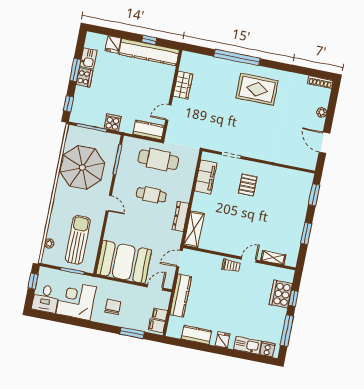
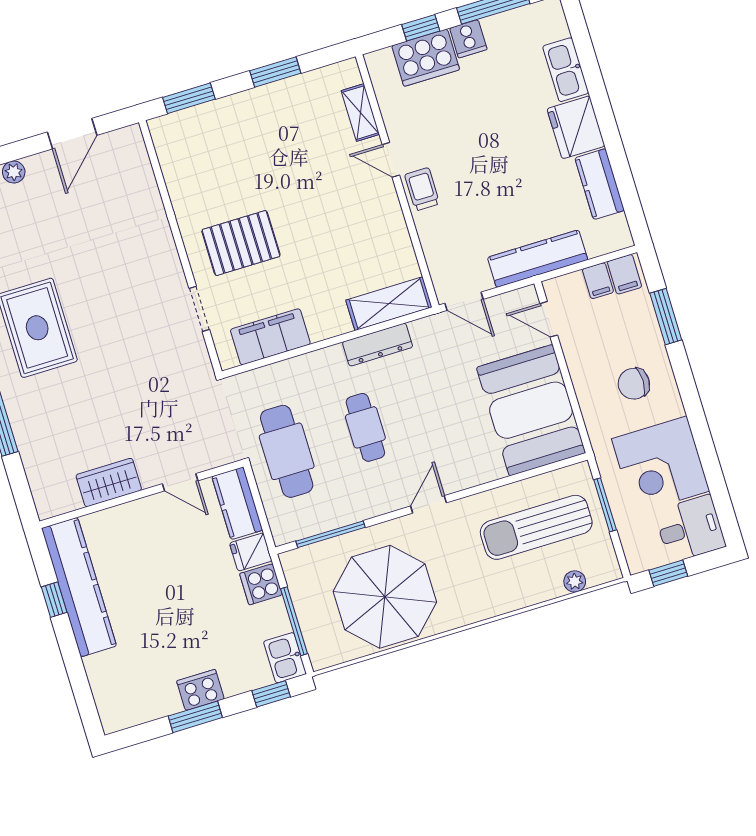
fridge: (113, 44) -> (251, 552), moved, turned 180
kitchen sink: (88, 58) -> (285, 658), moved, turned -90
pallet: (248, 185) -> (241, 243), width x1.50, depth x1.42
fridge: (223, 340) -> (576, 127), width x1.88, depth x1.34
cooker: (267, 349) -> (468, 39), moved, turned -90

